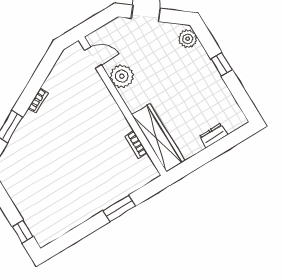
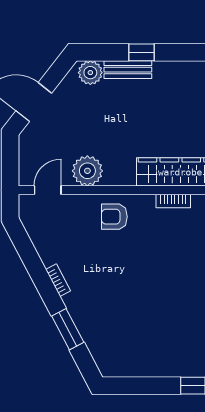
bench: (205, 62) -> (128, 70), added
armchair: (102, 112) -> (114, 217), added

